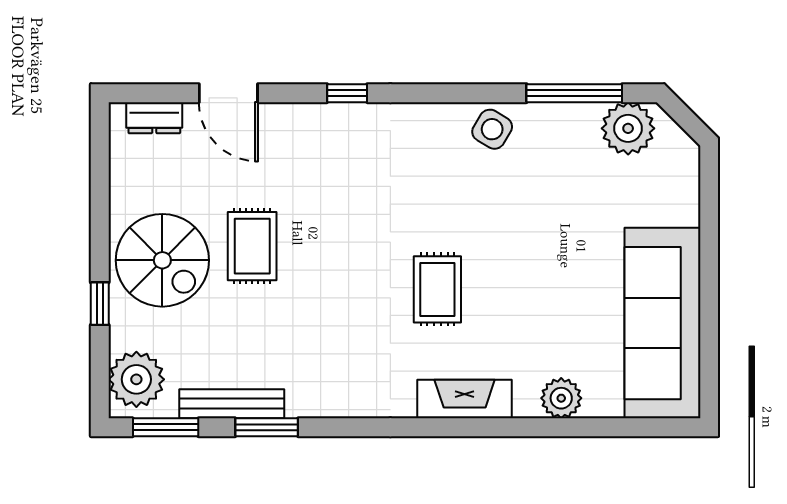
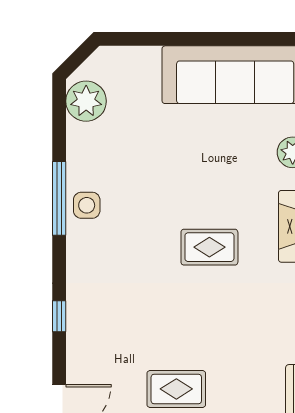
window: (574, 93) -> (59, 198), moved
side table: (492, 129) -> (87, 205), turned -31

